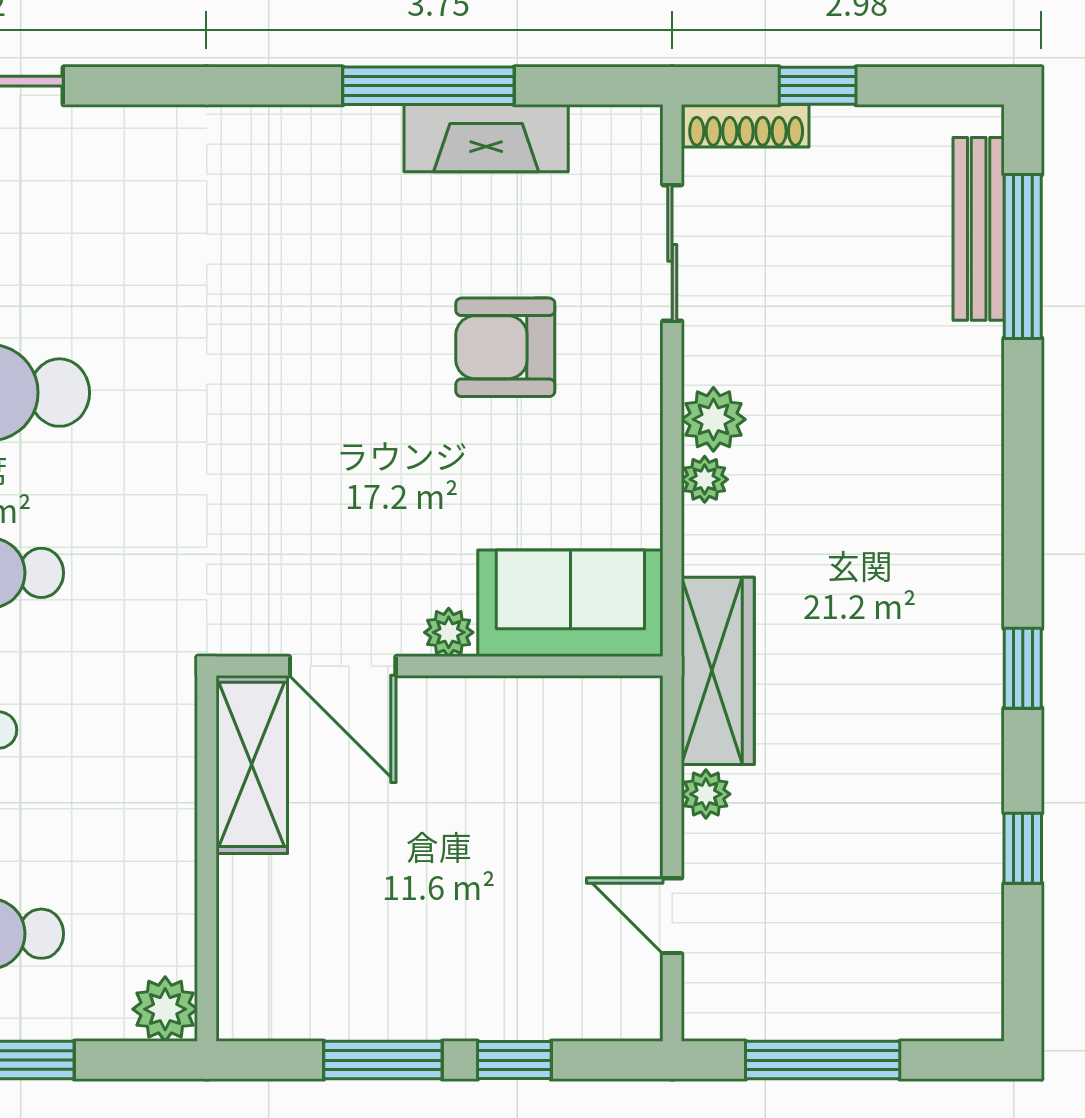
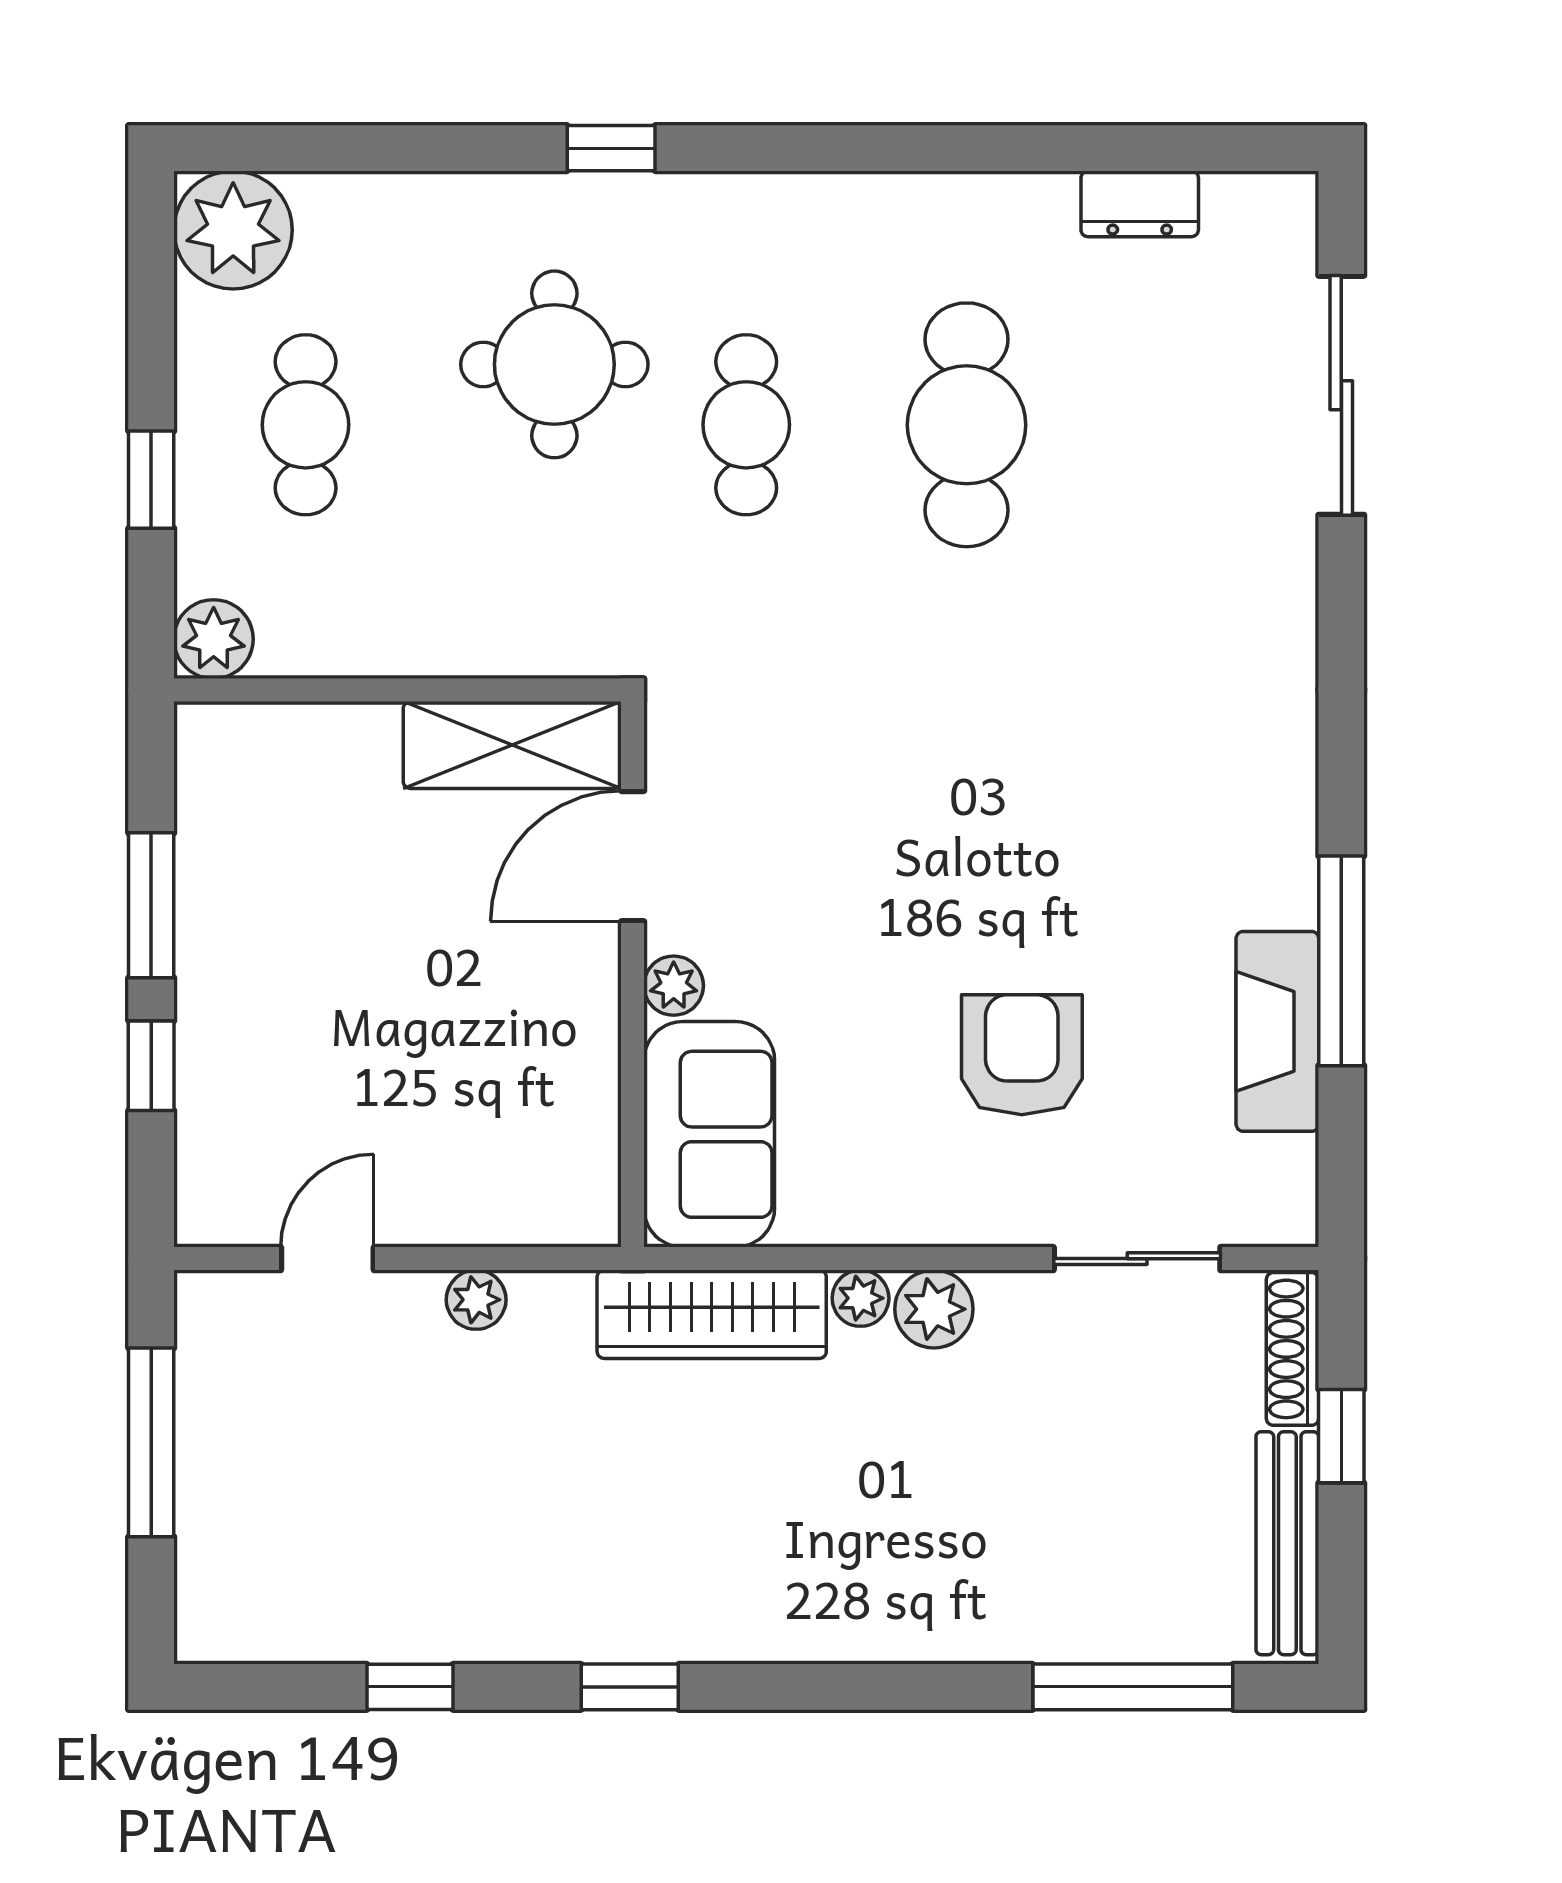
bench: (979, 229) -> (1287, 1543), moved, turned 90
wardrobe: (718, 671) -> (712, 1314), moved

